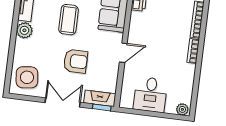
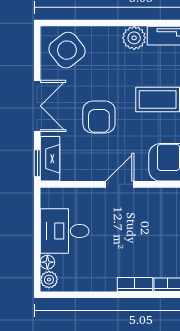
door: (123, 53) -> (120, 184), swing flipped
side table: (27, 77) -> (67, 50), turned -32
floor lamp: (170, 109) -> (47, 262), added

